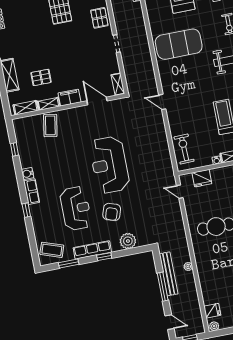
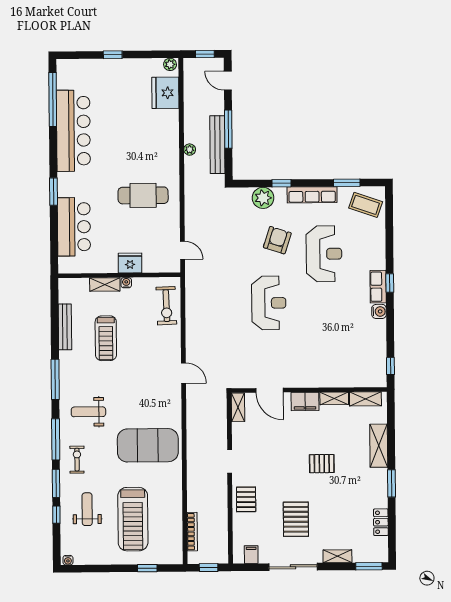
pallet: (41, 77) -> (322, 464), moved
coffee table: (50, 125) -> (337, 369), removed
window: (14, 149) -> (390, 366), moved
reception desk: (109, 165) -> (269, 303), width x0.74, depth x0.77
fridge: (202, 178) -> (130, 263), moved
reception desk: (76, 208) -> (324, 254), turned 180
window: (26, 210) -> (390, 283), moved
window: (104, 257) -> (282, 183), moved
fridge: (212, 311) -> (165, 93), width x1.88, depth x1.34

